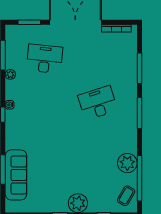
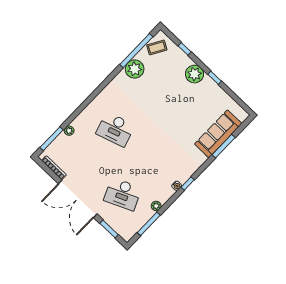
desk: (45, 59) -> (123, 194), turned -30
plant: (132, 68) -> (69, 131), added
window: (139, 68) -> (52, 139), moved
window: (139, 113) -> (94, 95), removed

